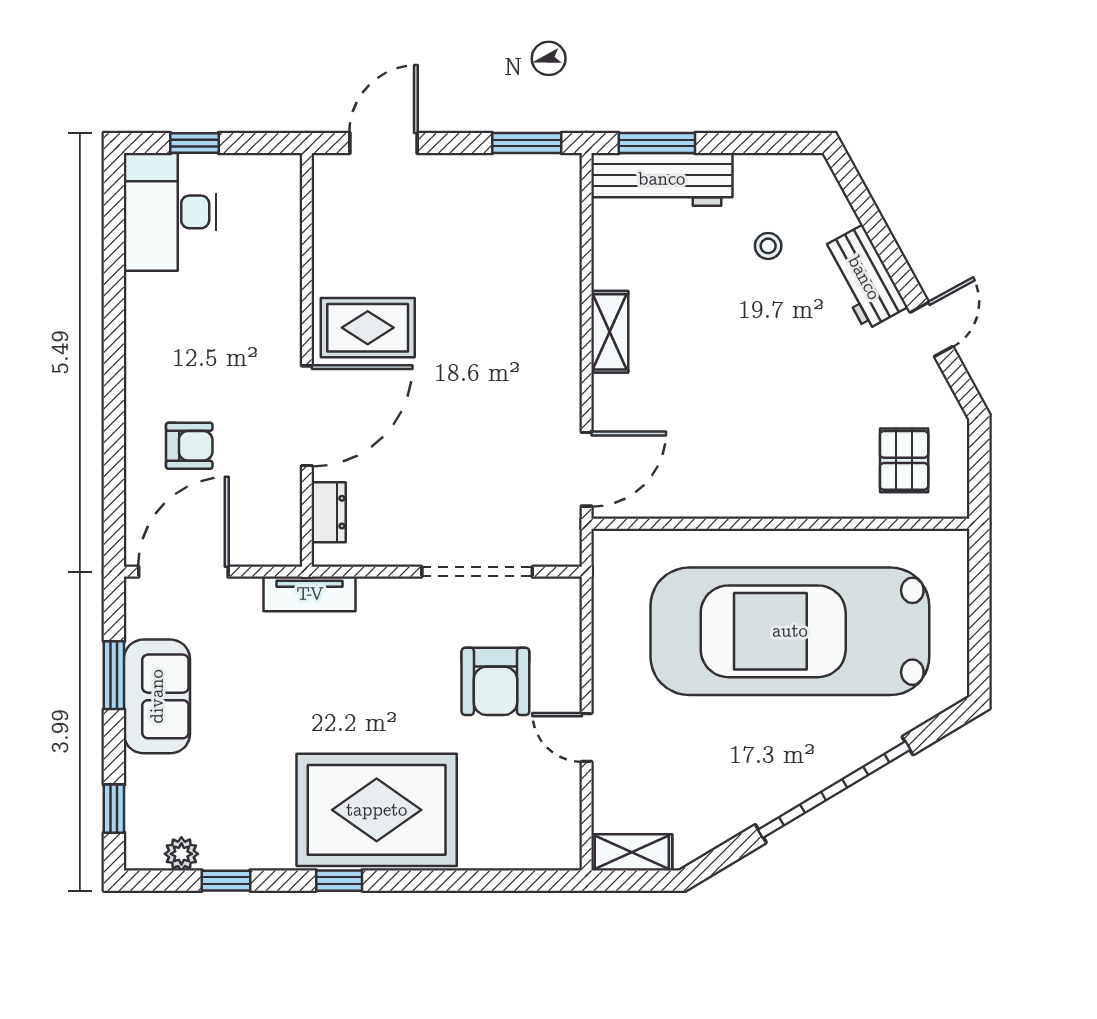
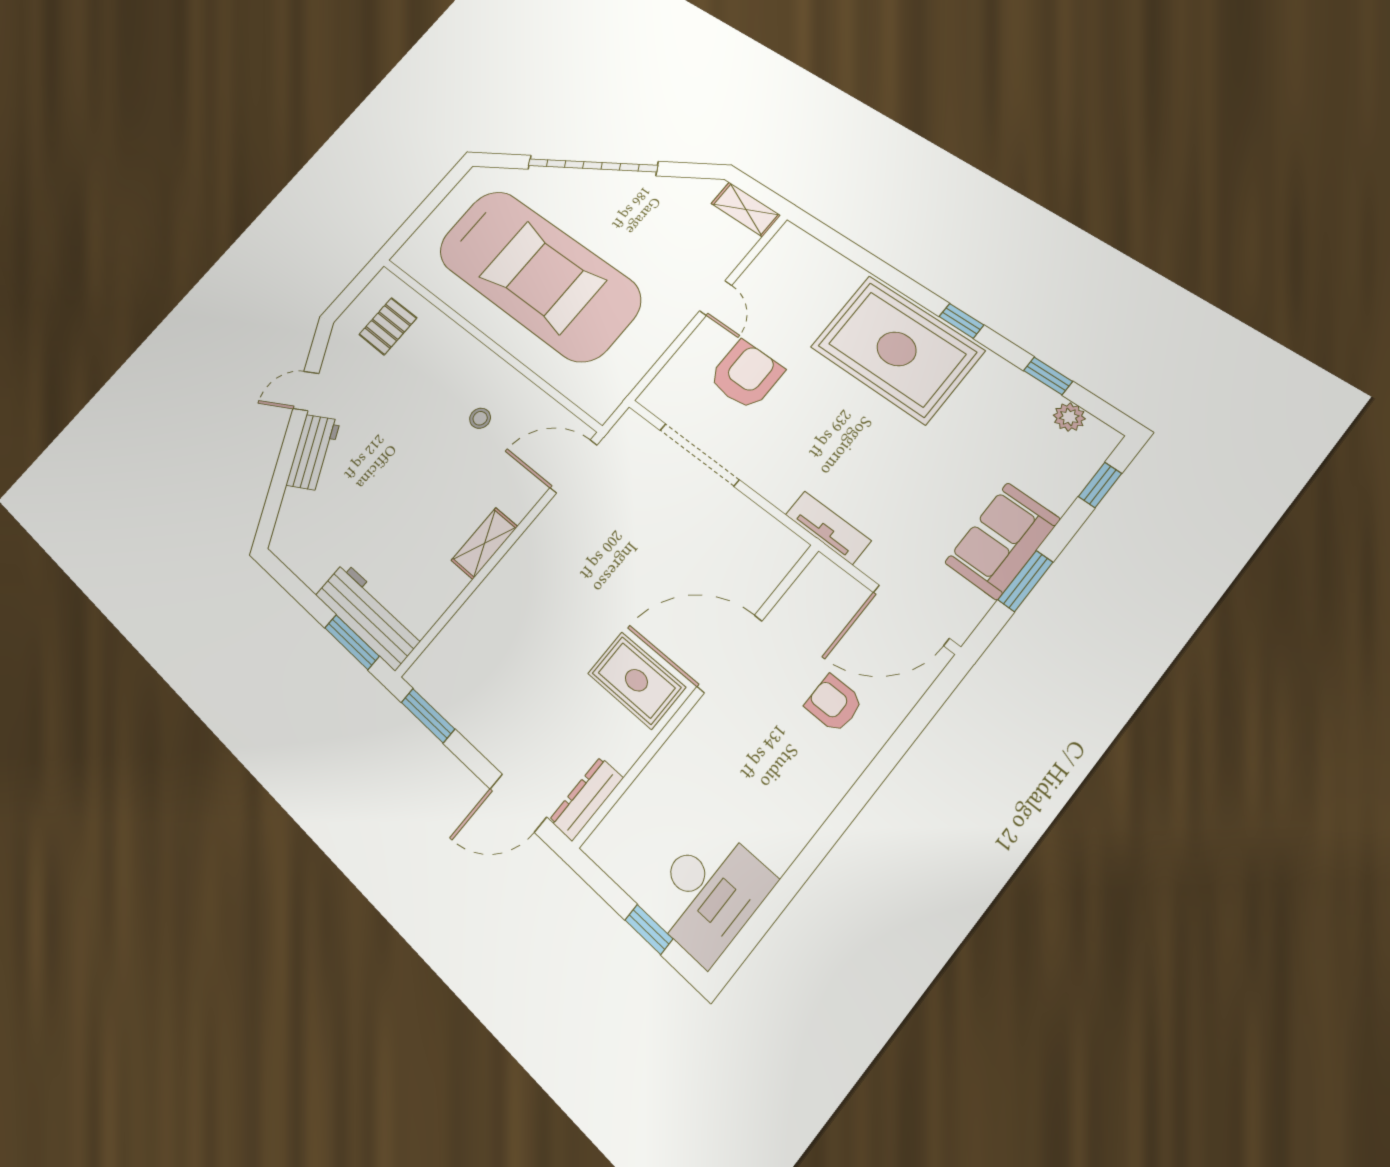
stool: (768, 246) -> (480, 418), moved
dresser: (329, 512) -> (586, 799), moved, width x1.44

